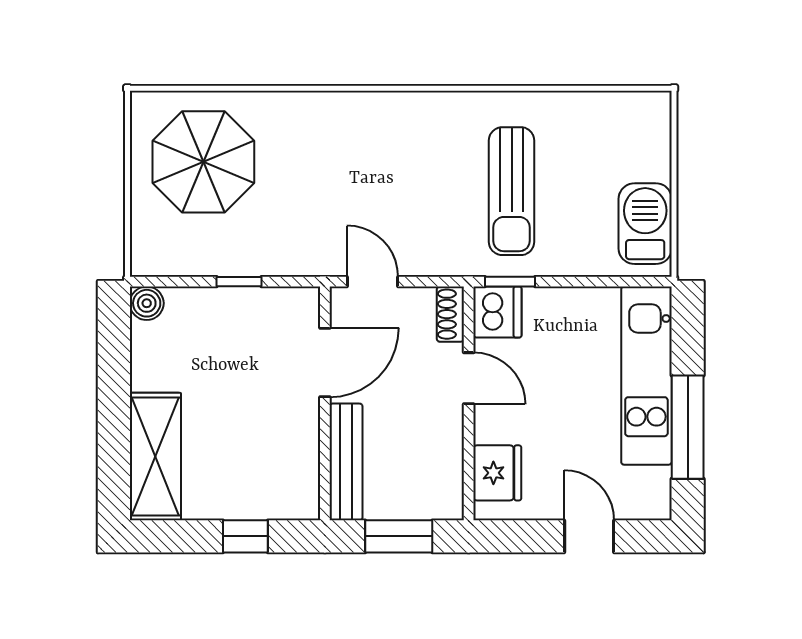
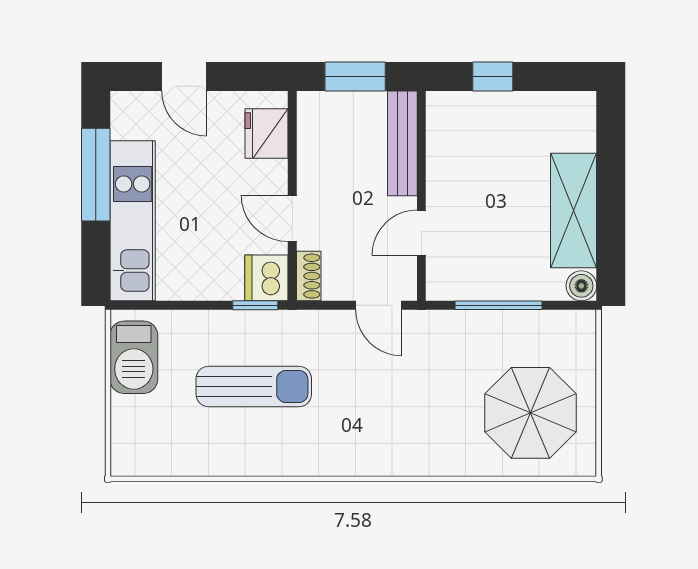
sun lounger: (512, 191) -> (254, 386), turned 90
window: (239, 282) -> (499, 305), width x2.17
door: (325, 363) -> (421, 233), width x0.73
shelving: (155, 457) -> (574, 210), moved

